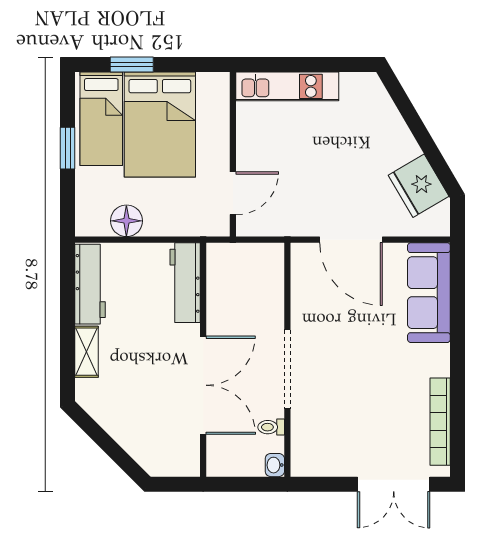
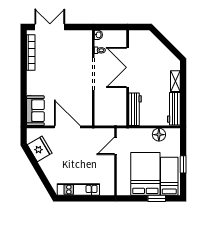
kitchen unit: (287, 86) -> (78, 189), moved
sofa: (429, 293) -> (35, 111), width x0.73

